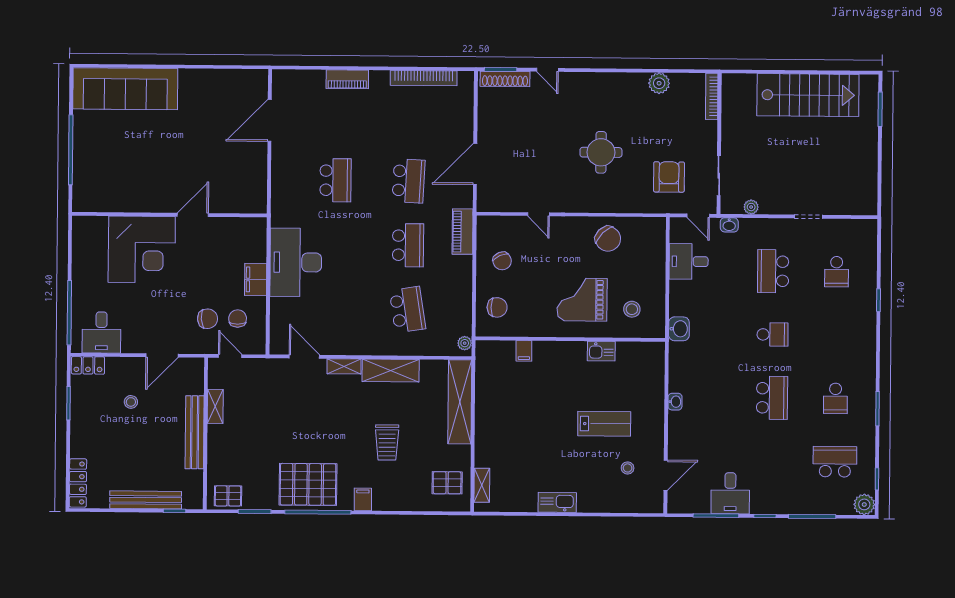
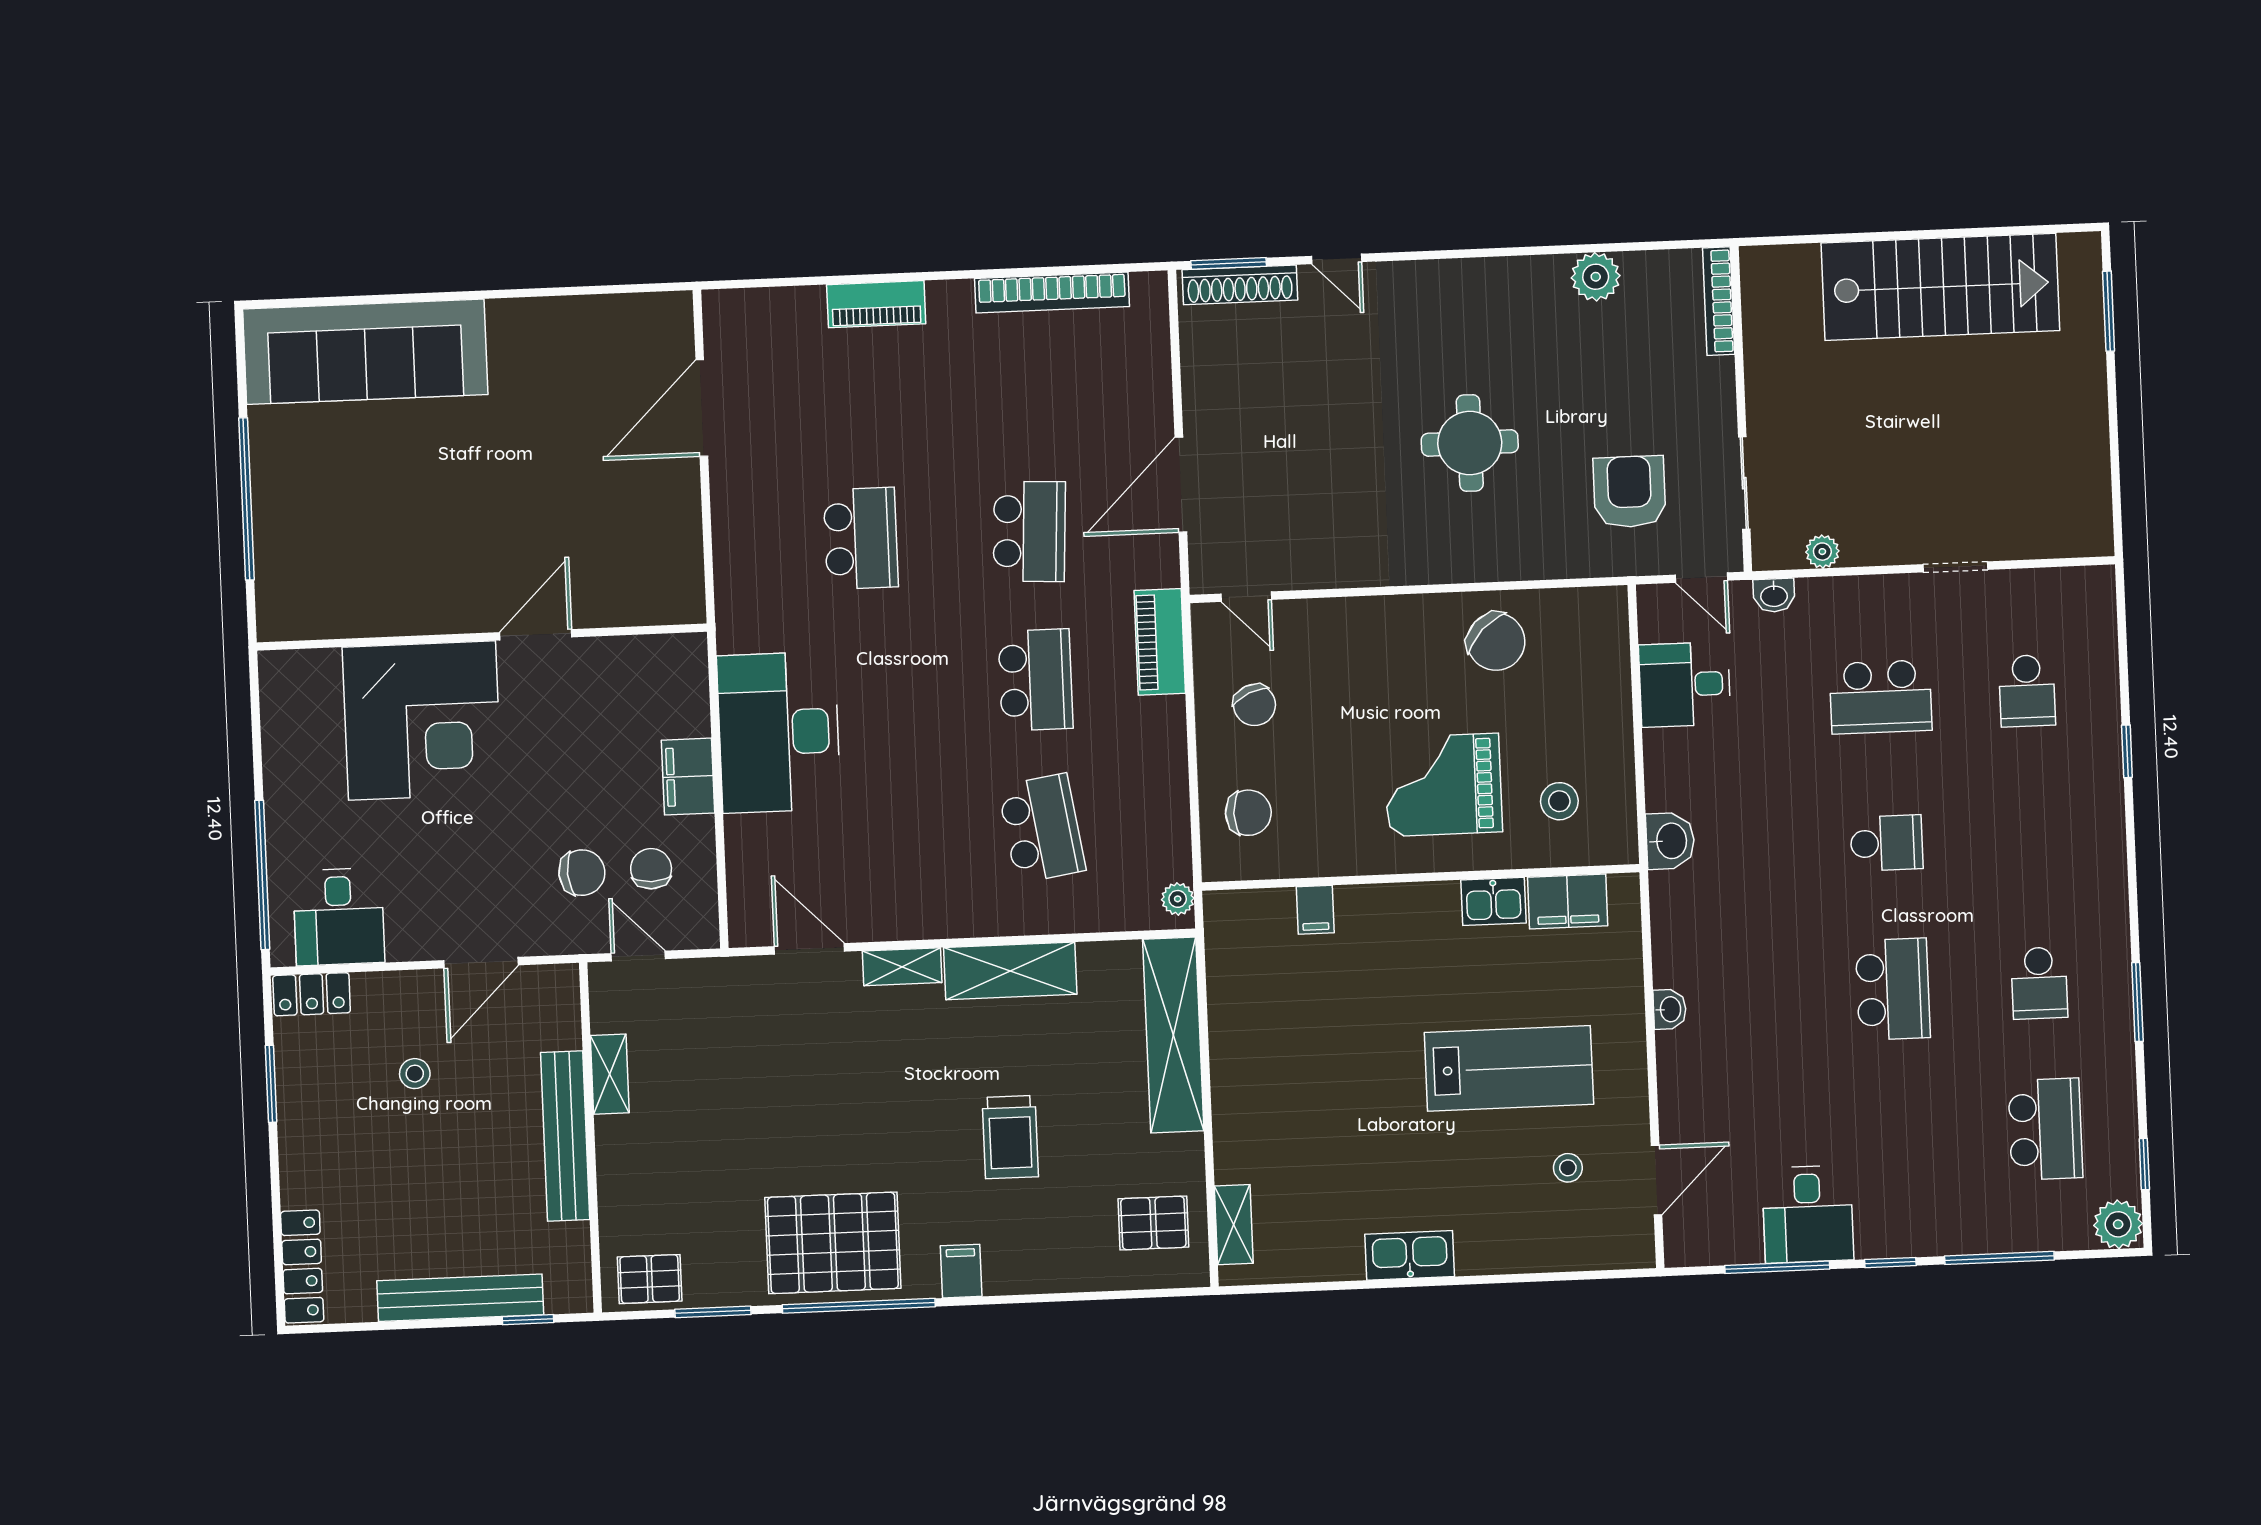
door: (539, 214) -> (1246, 597), moved
school desk: (773, 271) -> (1881, 697), turned -90
filing cabinet: (633, 353) -> (1568, 901), added
lab bench: (604, 424) -> (1509, 1068), width x1.36, depth x1.39
school desk: (835, 462) -> (2045, 1129), turned 90

